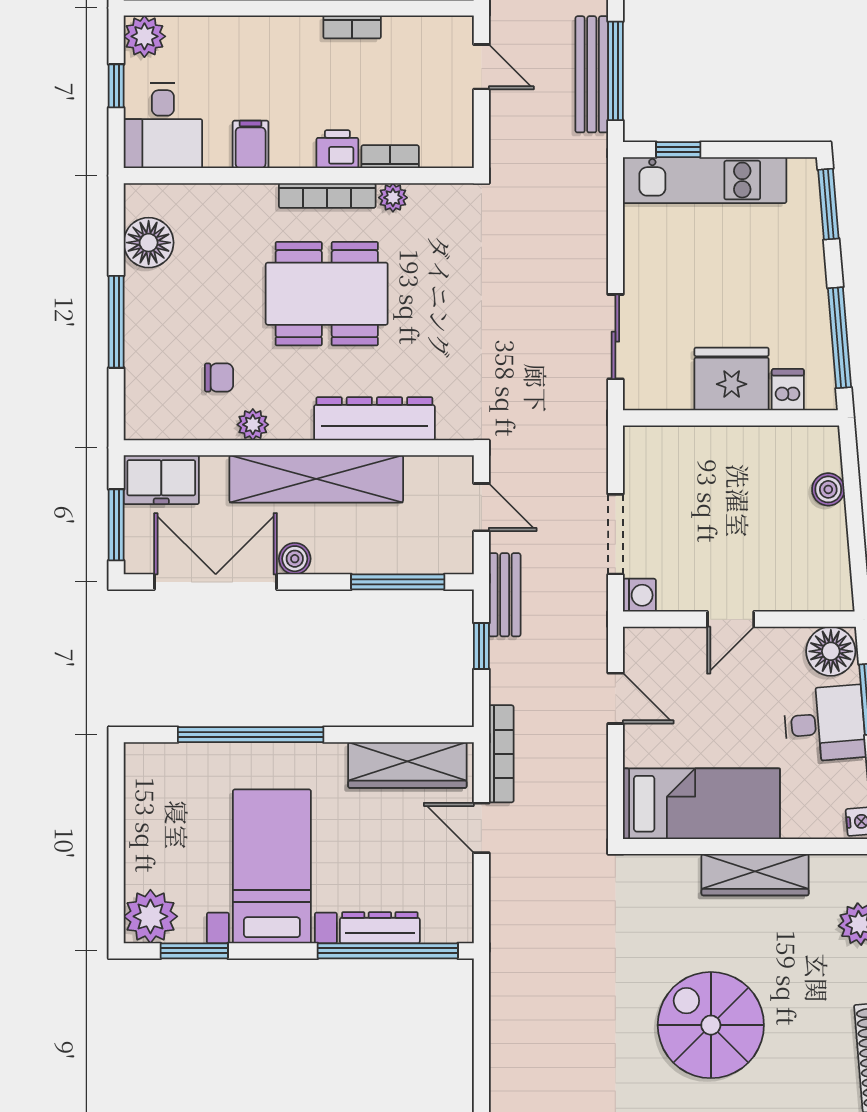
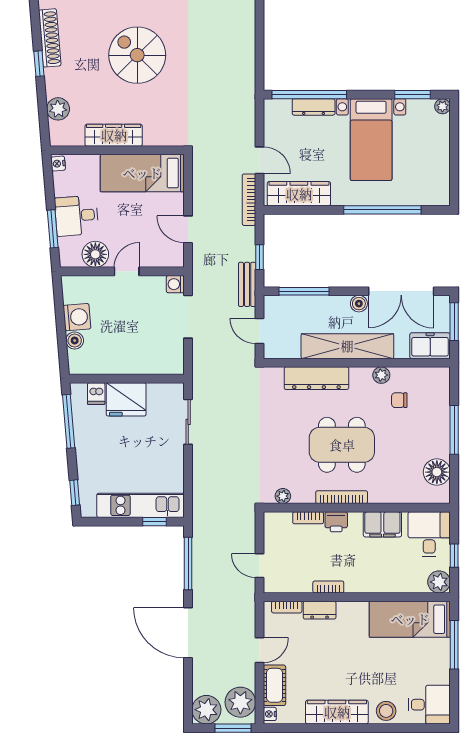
bench: (592, 74) -> (201, 562), removed
filing cabinet: (251, 144) -> (382, 524), width x2.00
plant: (393, 198) -> (283, 496), moved
window: (828, 204) -> (75, 493), width x0.67
washing machine: (824, 533) -> (77, 317), added
floor lamp: (831, 651) -> (95, 254), moved
plant: (150, 916) -> (442, 106), width x0.53, depth x0.53
spiral stairs: (711, 1025) -> (137, 55), turned 180

